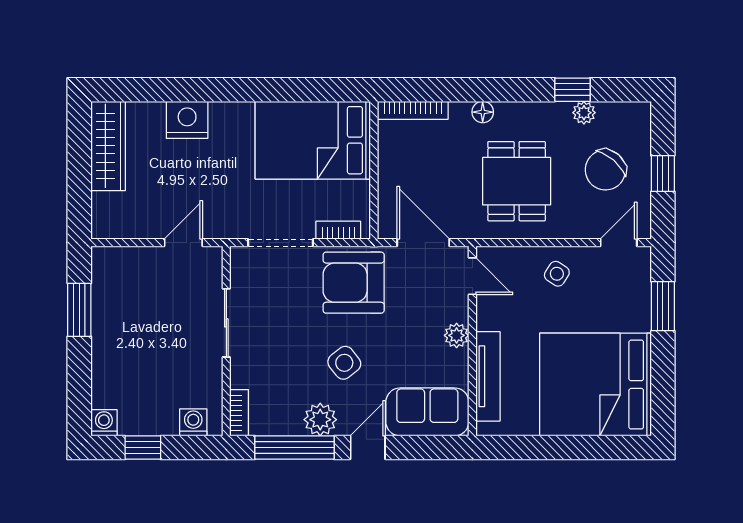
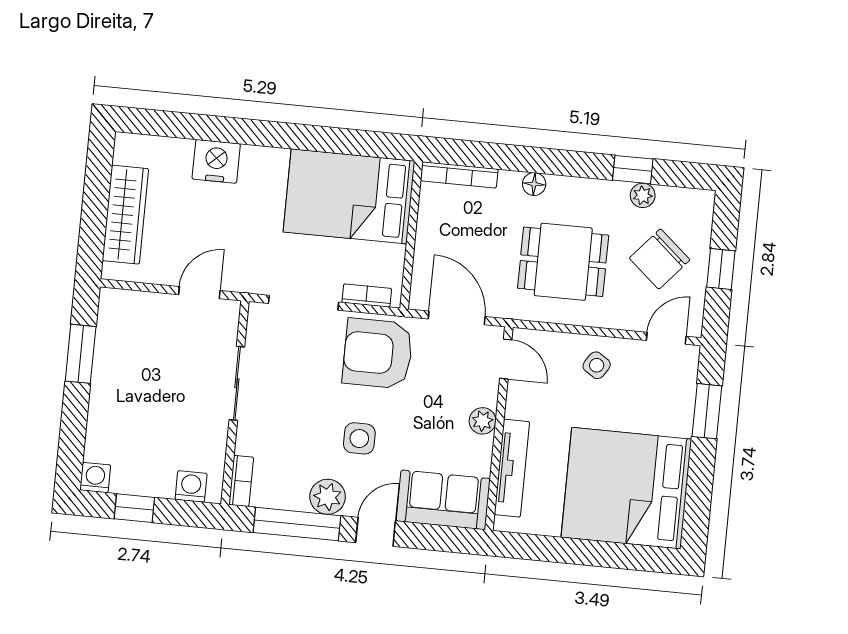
wardrobe: (108, 146) -> (125, 215), moved
dining table: (517, 181) -> (563, 262), turned 90
side table: (344, 363) -> (359, 438), turned 38

